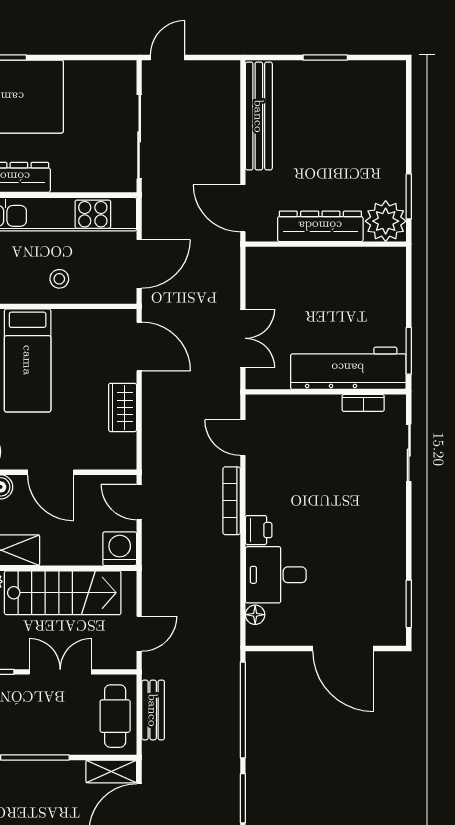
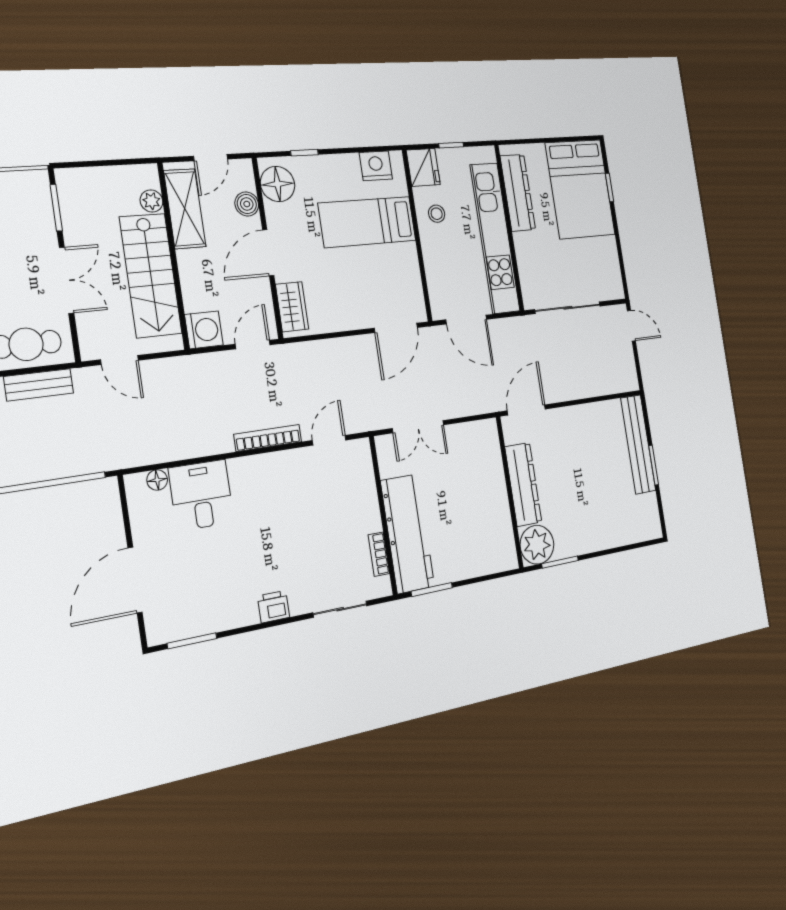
bench: (259, 116) -> (638, 444), moved, turned 90
stool: (59, 279) -> (437, 214), moved
wardrobe: (123, 407) -> (292, 307), moved, turned 90
printer: (259, 530) -> (273, 607), moved, turned 180

